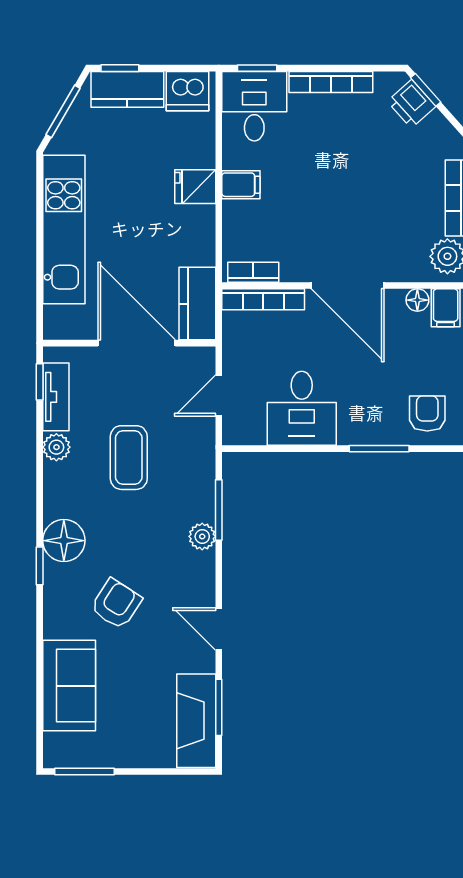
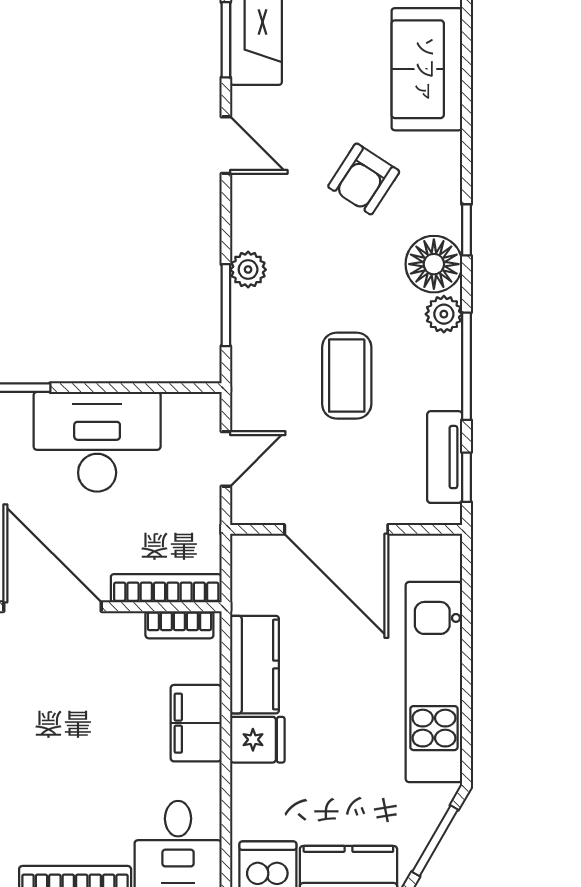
filing cabinet: (241, 185) -> (196, 723), width x2.00
kitchen counter: (197, 304) -> (255, 665), moved
desk: (302, 408) -> (97, 442), width x1.37
plant: (56, 447) -> (444, 314), moved
window: (40, 464) -> (466, 366), added

